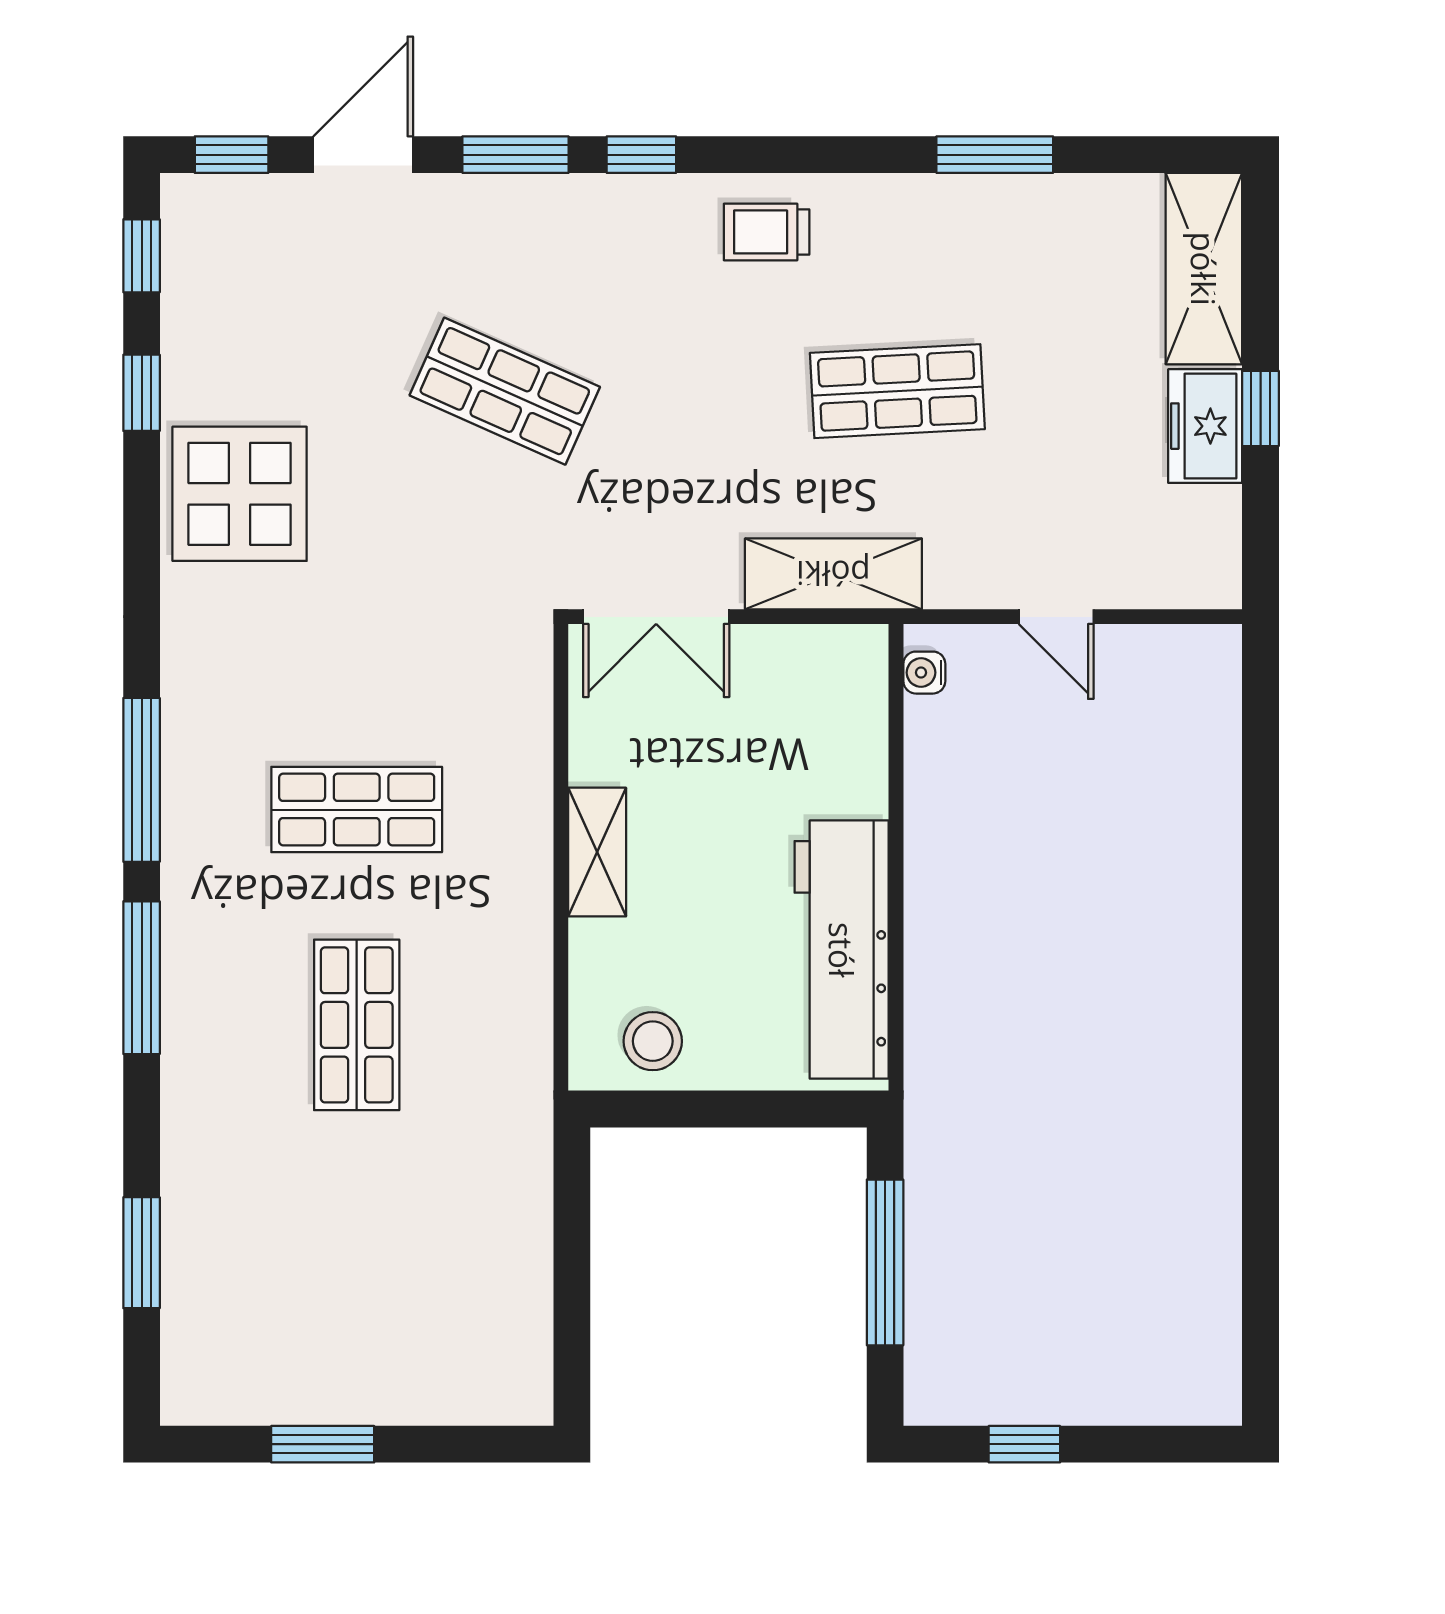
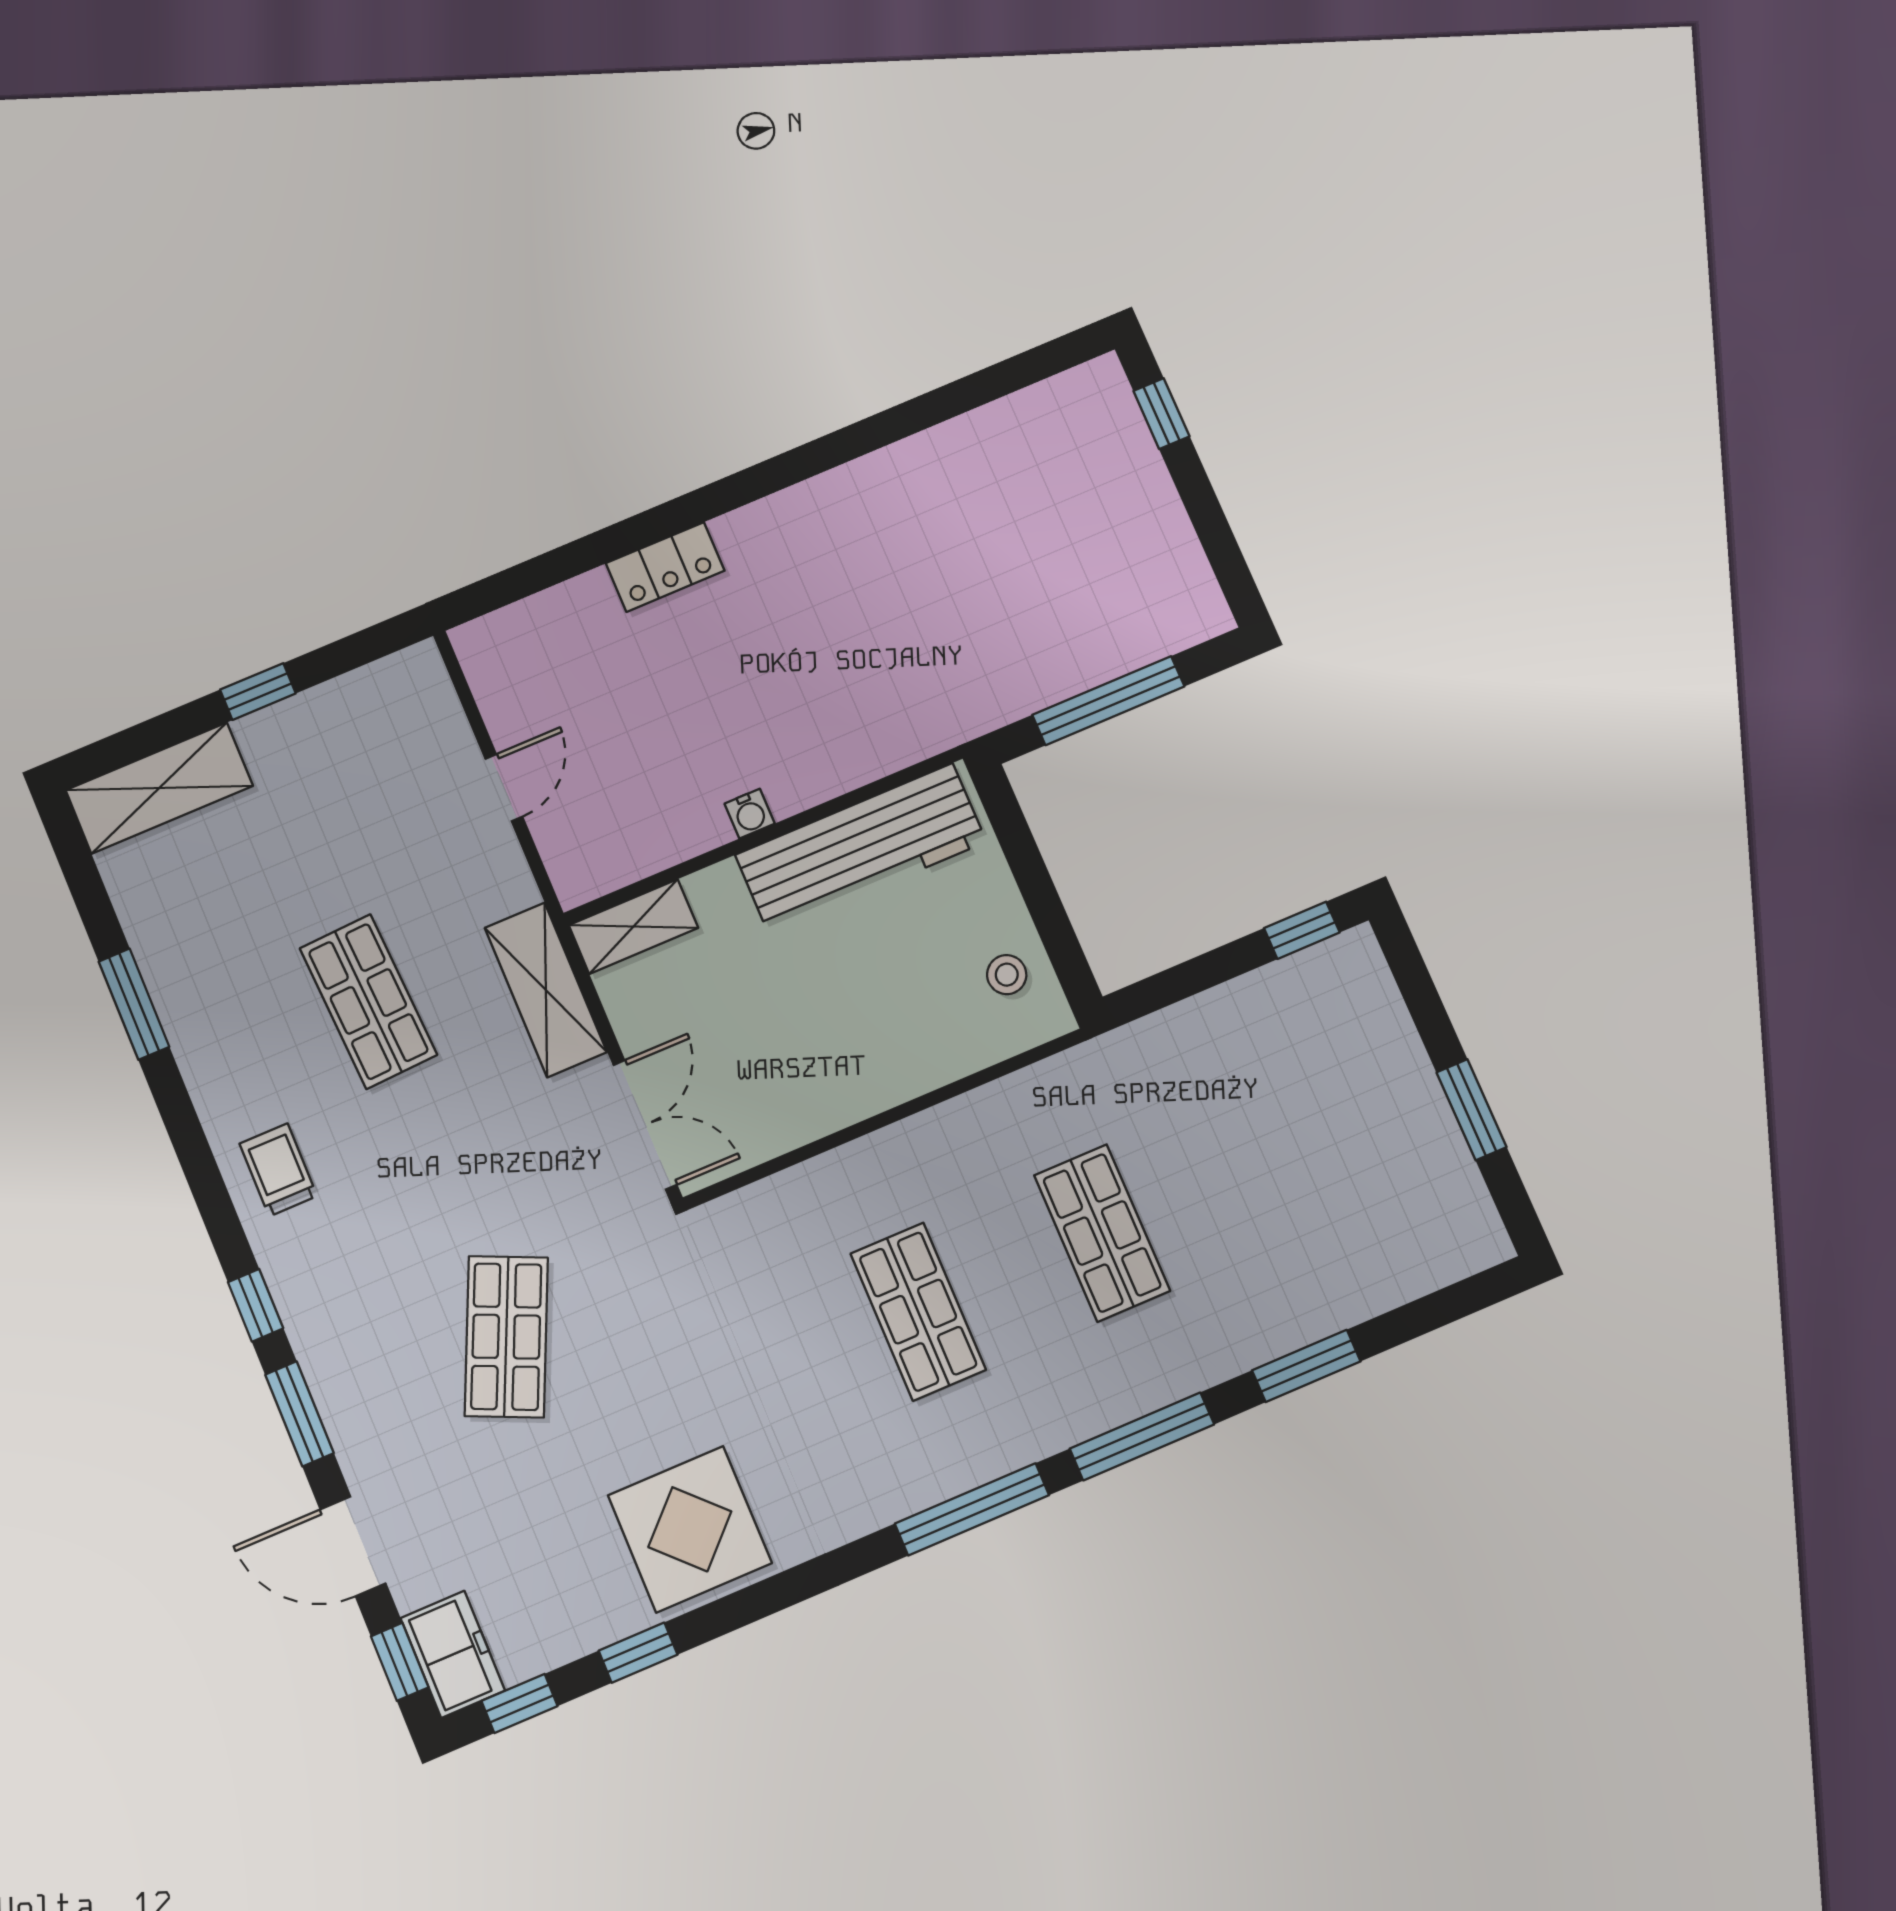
trolley: (767, 232) -> (278, 1170), turned 180
freezer: (1205, 426) -> (453, 1654), moved, turned -90
water cooler: (924, 673) -> (750, 814), moved
shelving: (597, 852) -> (633, 927), moved
locker: (1213, 874) -> (665, 567), added
shop shelf: (357, 1025) -> (1102, 1233), turned 90
stool: (653, 1041) -> (1007, 975), width x0.73, depth x0.73
window: (142, 1253) -> (1306, 1366), moved
window: (572, 1355) -> (1302, 930), added
window: (1024, 1444) -> (1161, 414), moved

